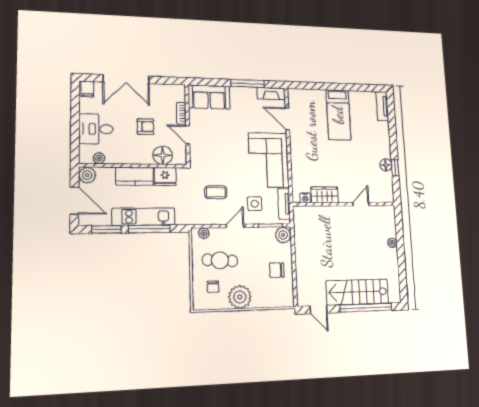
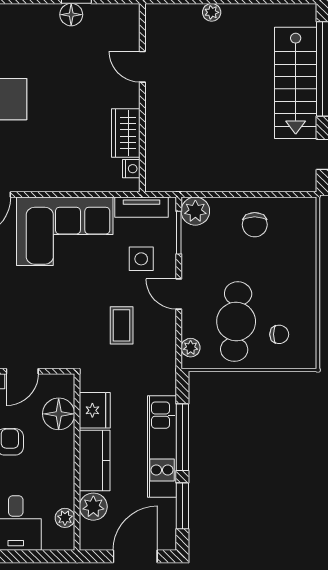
plant: (87, 175) -> (93, 507), moved
cafe table: (220, 260) -> (236, 322), width x1.37, depth x1.35
plant: (240, 297) -> (297, 290), removed

